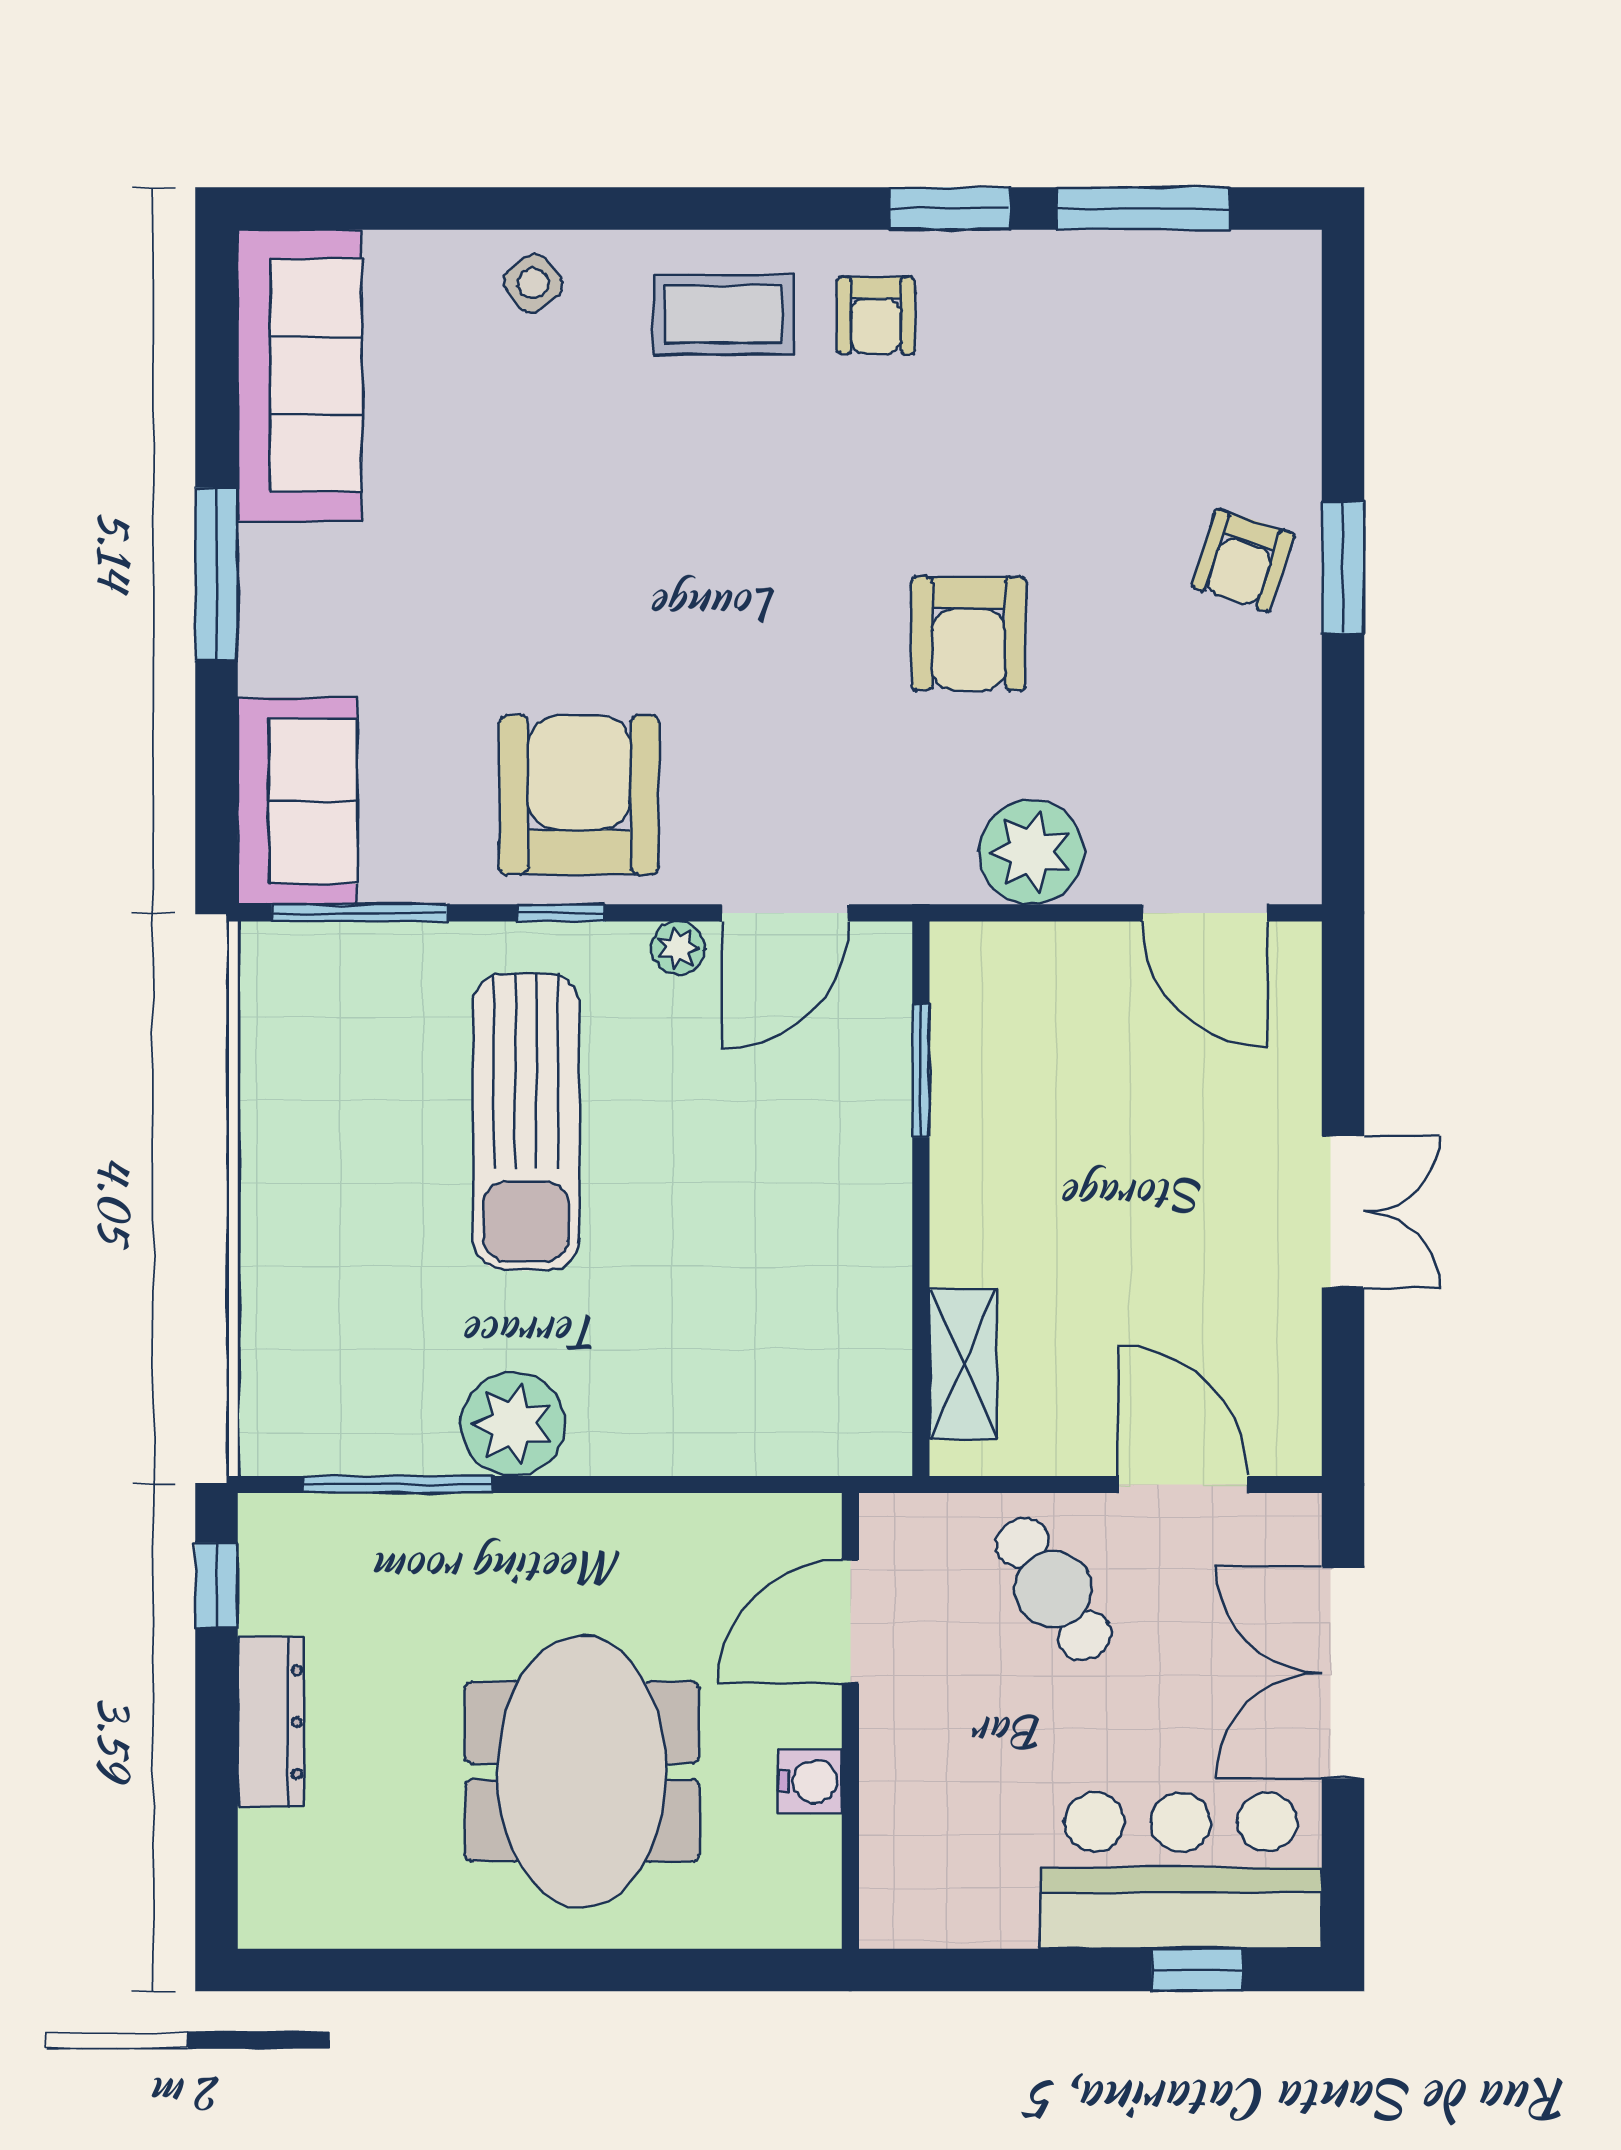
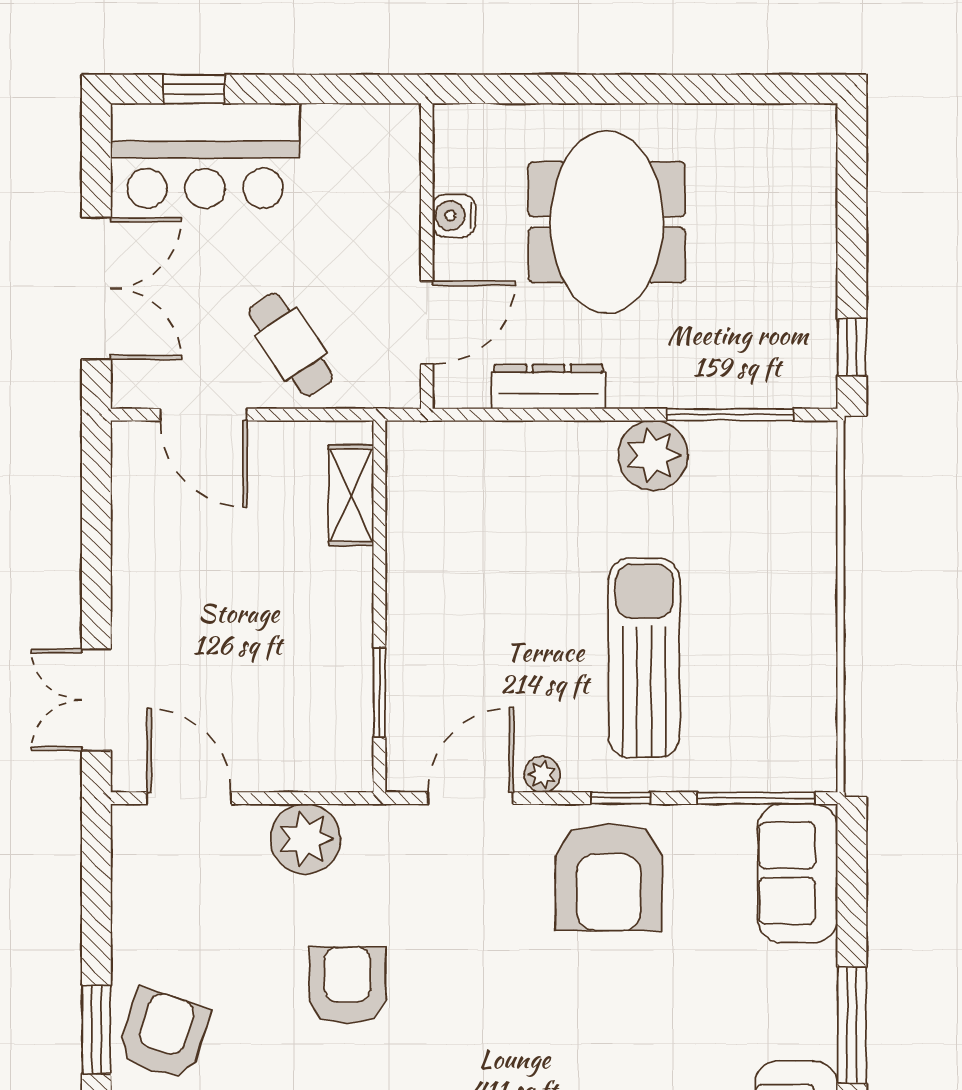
armchair: (1243, 561) -> (163, 1034), width x1.38, depth x1.38
double door: (1343, 1212) -> (96, 700), moved
dresser: (271, 1722) -> (548, 387), moved, turned 90

